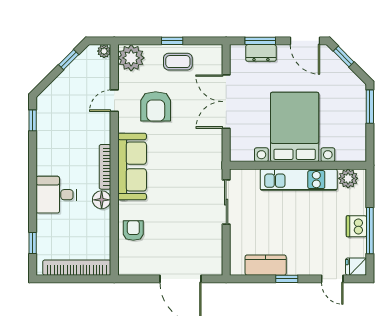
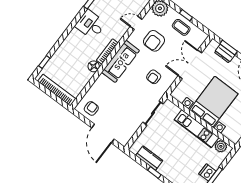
armchair: (191, 154) -> (154, 77), added
desk: (56, 195) -> (90, 25), moved
armchair: (133, 230) -> (91, 108), moved

